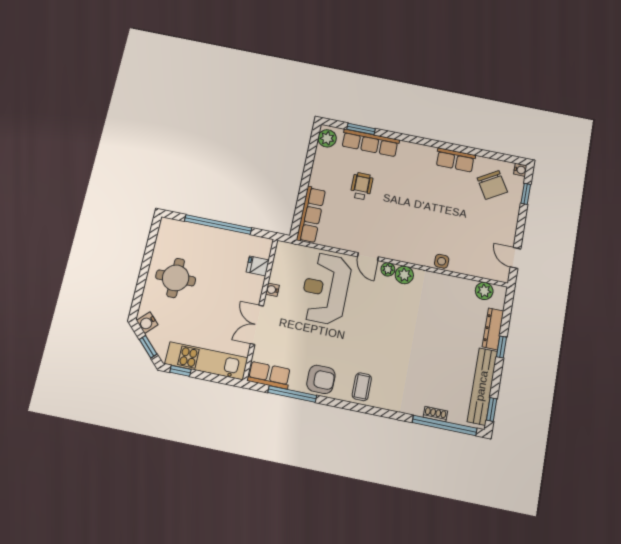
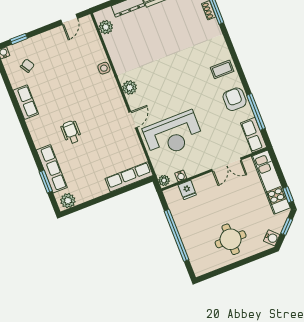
chair: (492, 185) -> (27, 66), width x0.54, depth x0.54
wheelchair: (362, 186) -> (71, 132), moved, turned 90
plant: (388, 269) -> (164, 180), moved
water cooler: (272, 290) -> (181, 176), moved

